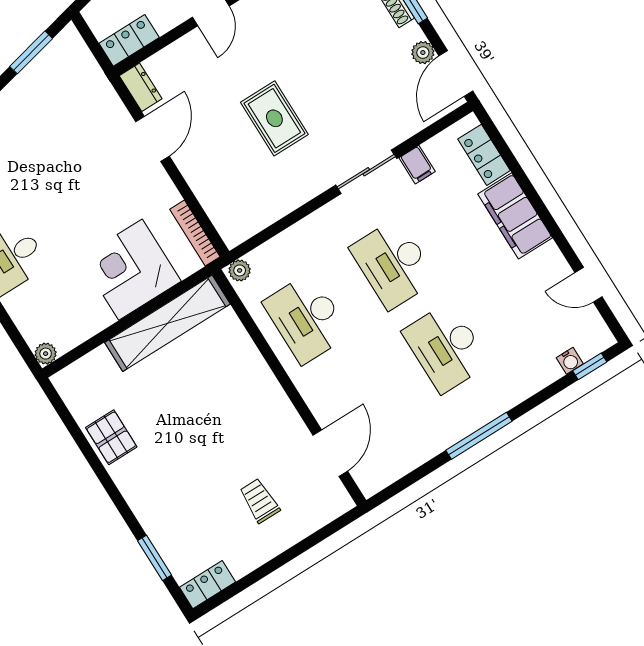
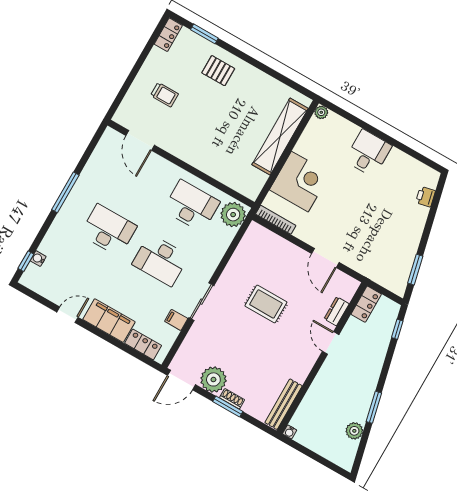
plant: (423, 53) -> (213, 379), width x1.88, depth x1.88
door: (456, 74) -> (181, 380), swing flipped
dresser: (141, 87) -> (337, 311), moved, turned 90
desk: (393, 264) -> (161, 260), turned 180
plant: (240, 270) -> (233, 215), width x1.88, depth x1.88
door: (588, 285) -> (67, 315), moved
shelving: (167, 323) -> (280, 137), moved
pallet: (111, 437) -> (218, 71), moved

